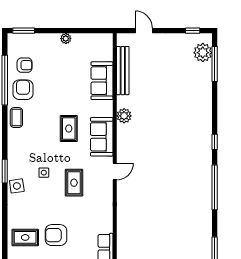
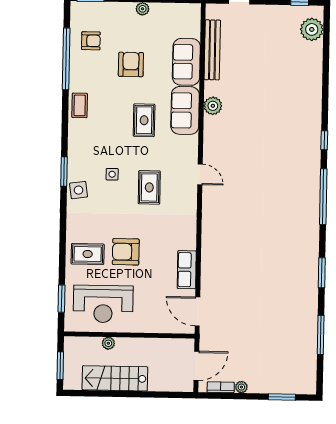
window: (215, 64) -> (326, 44), removed
armchair: (23, 90) -> (131, 64), moved
sofa: (102, 137) -> (185, 110), moved
door: (115, 171) -> (200, 174), hinge flipped

